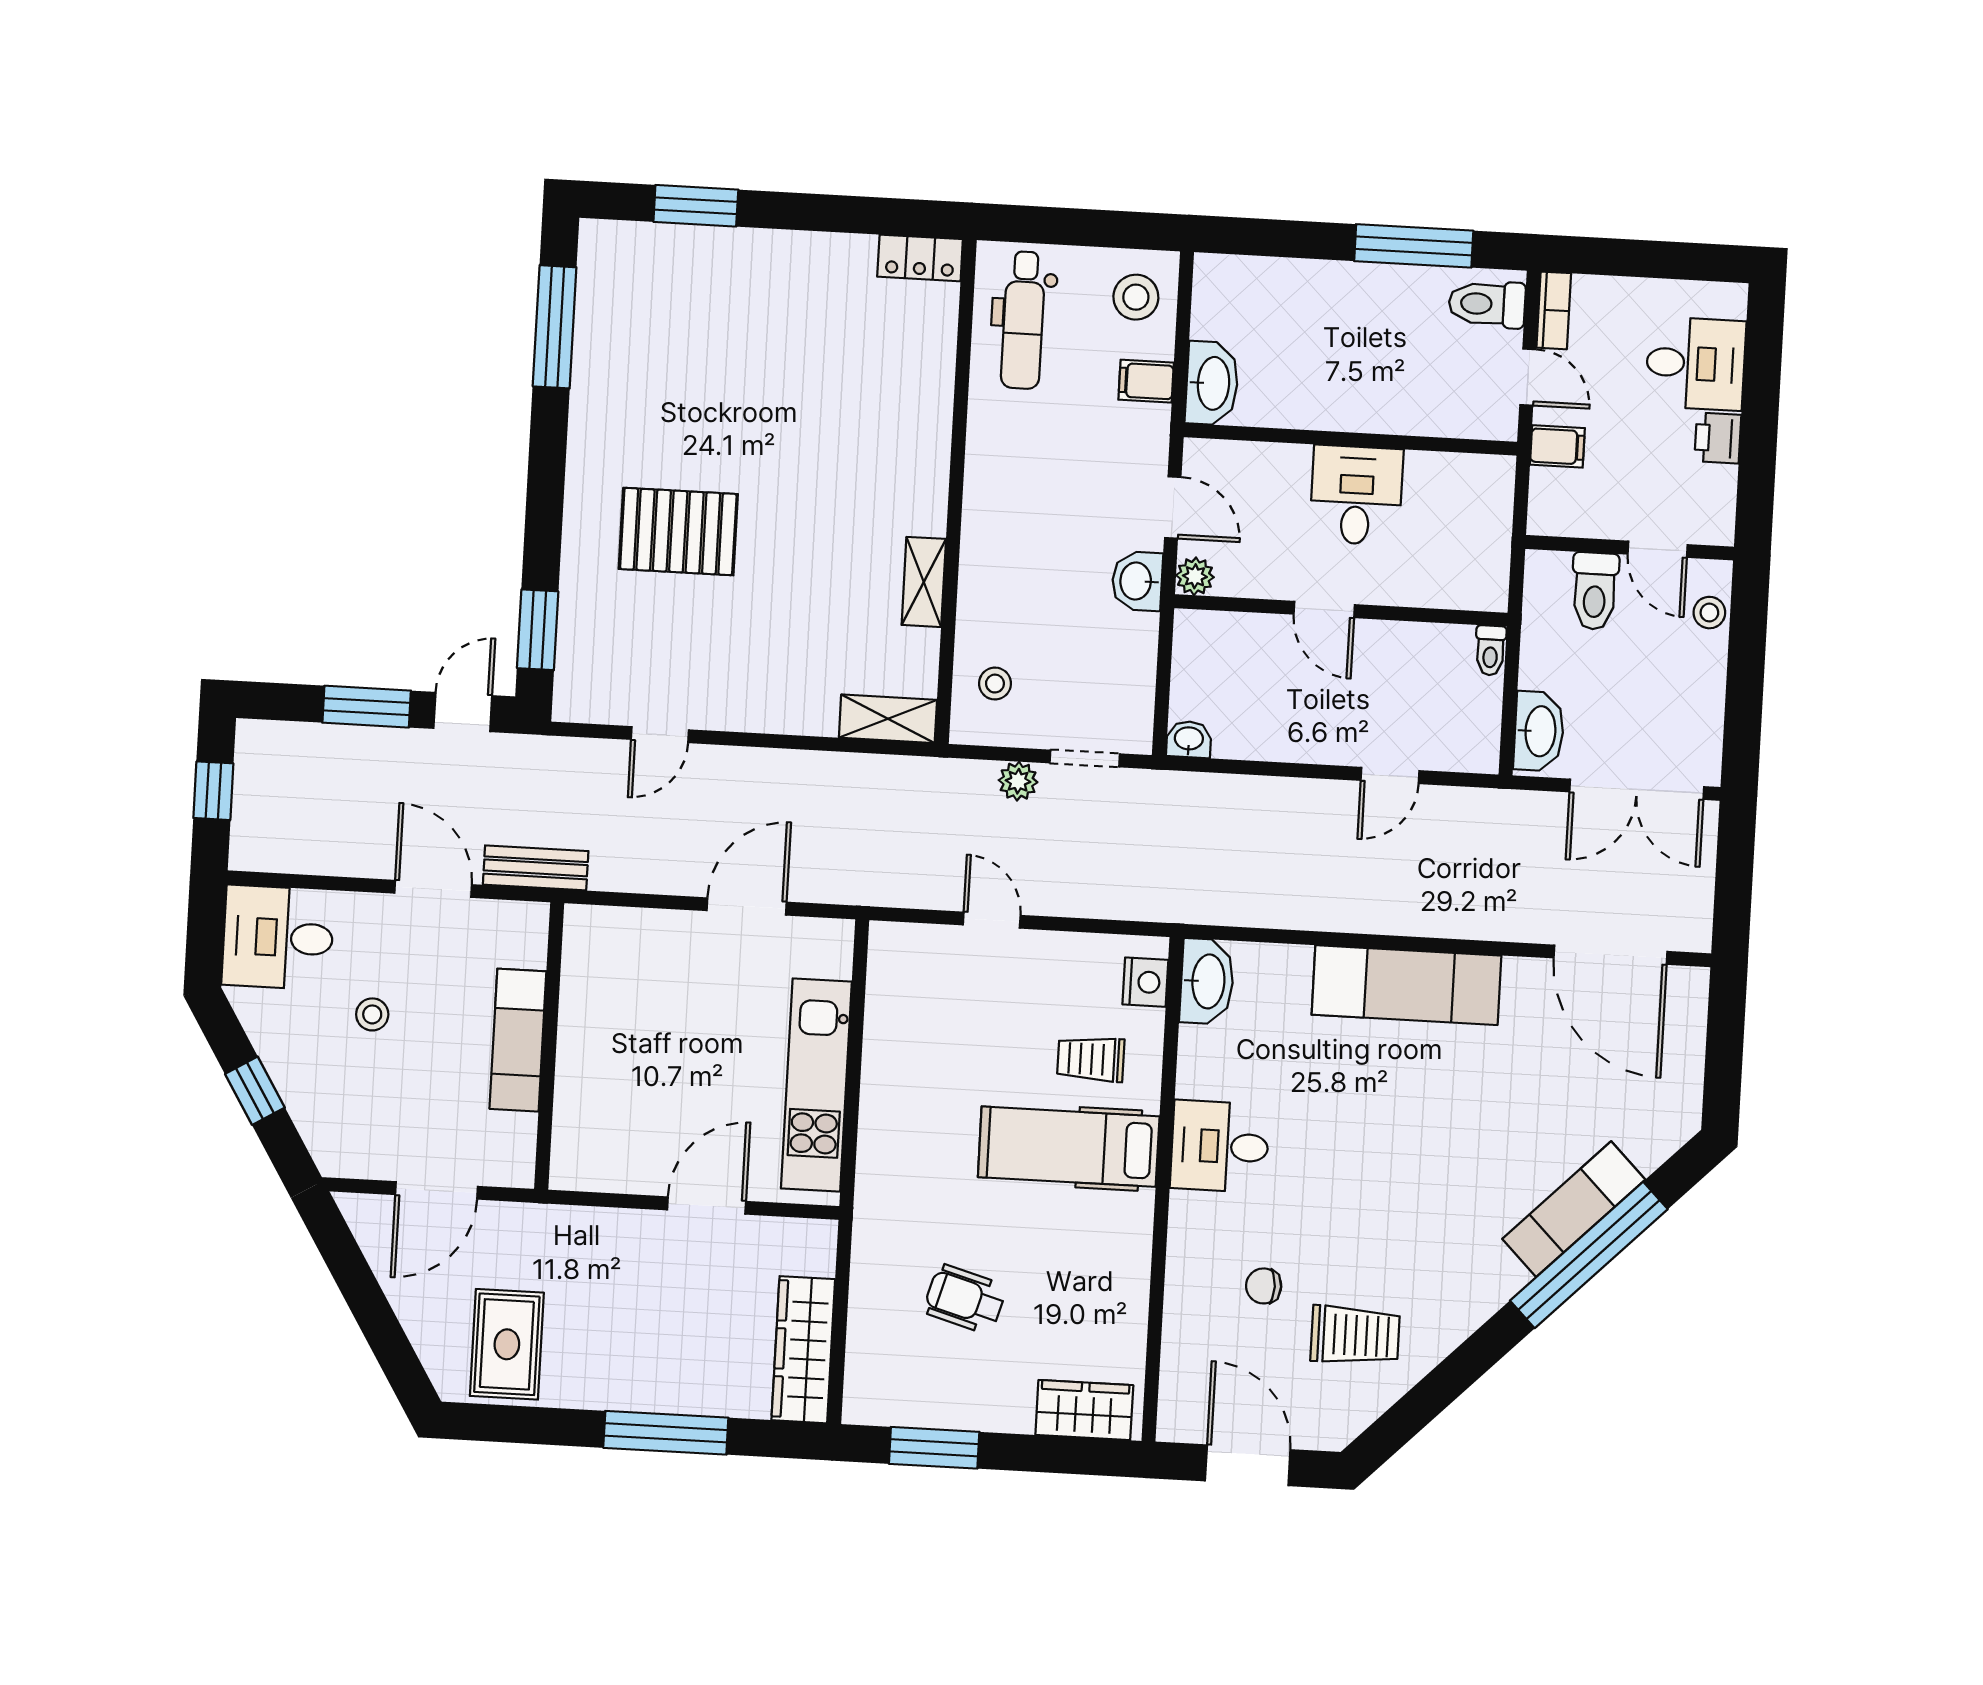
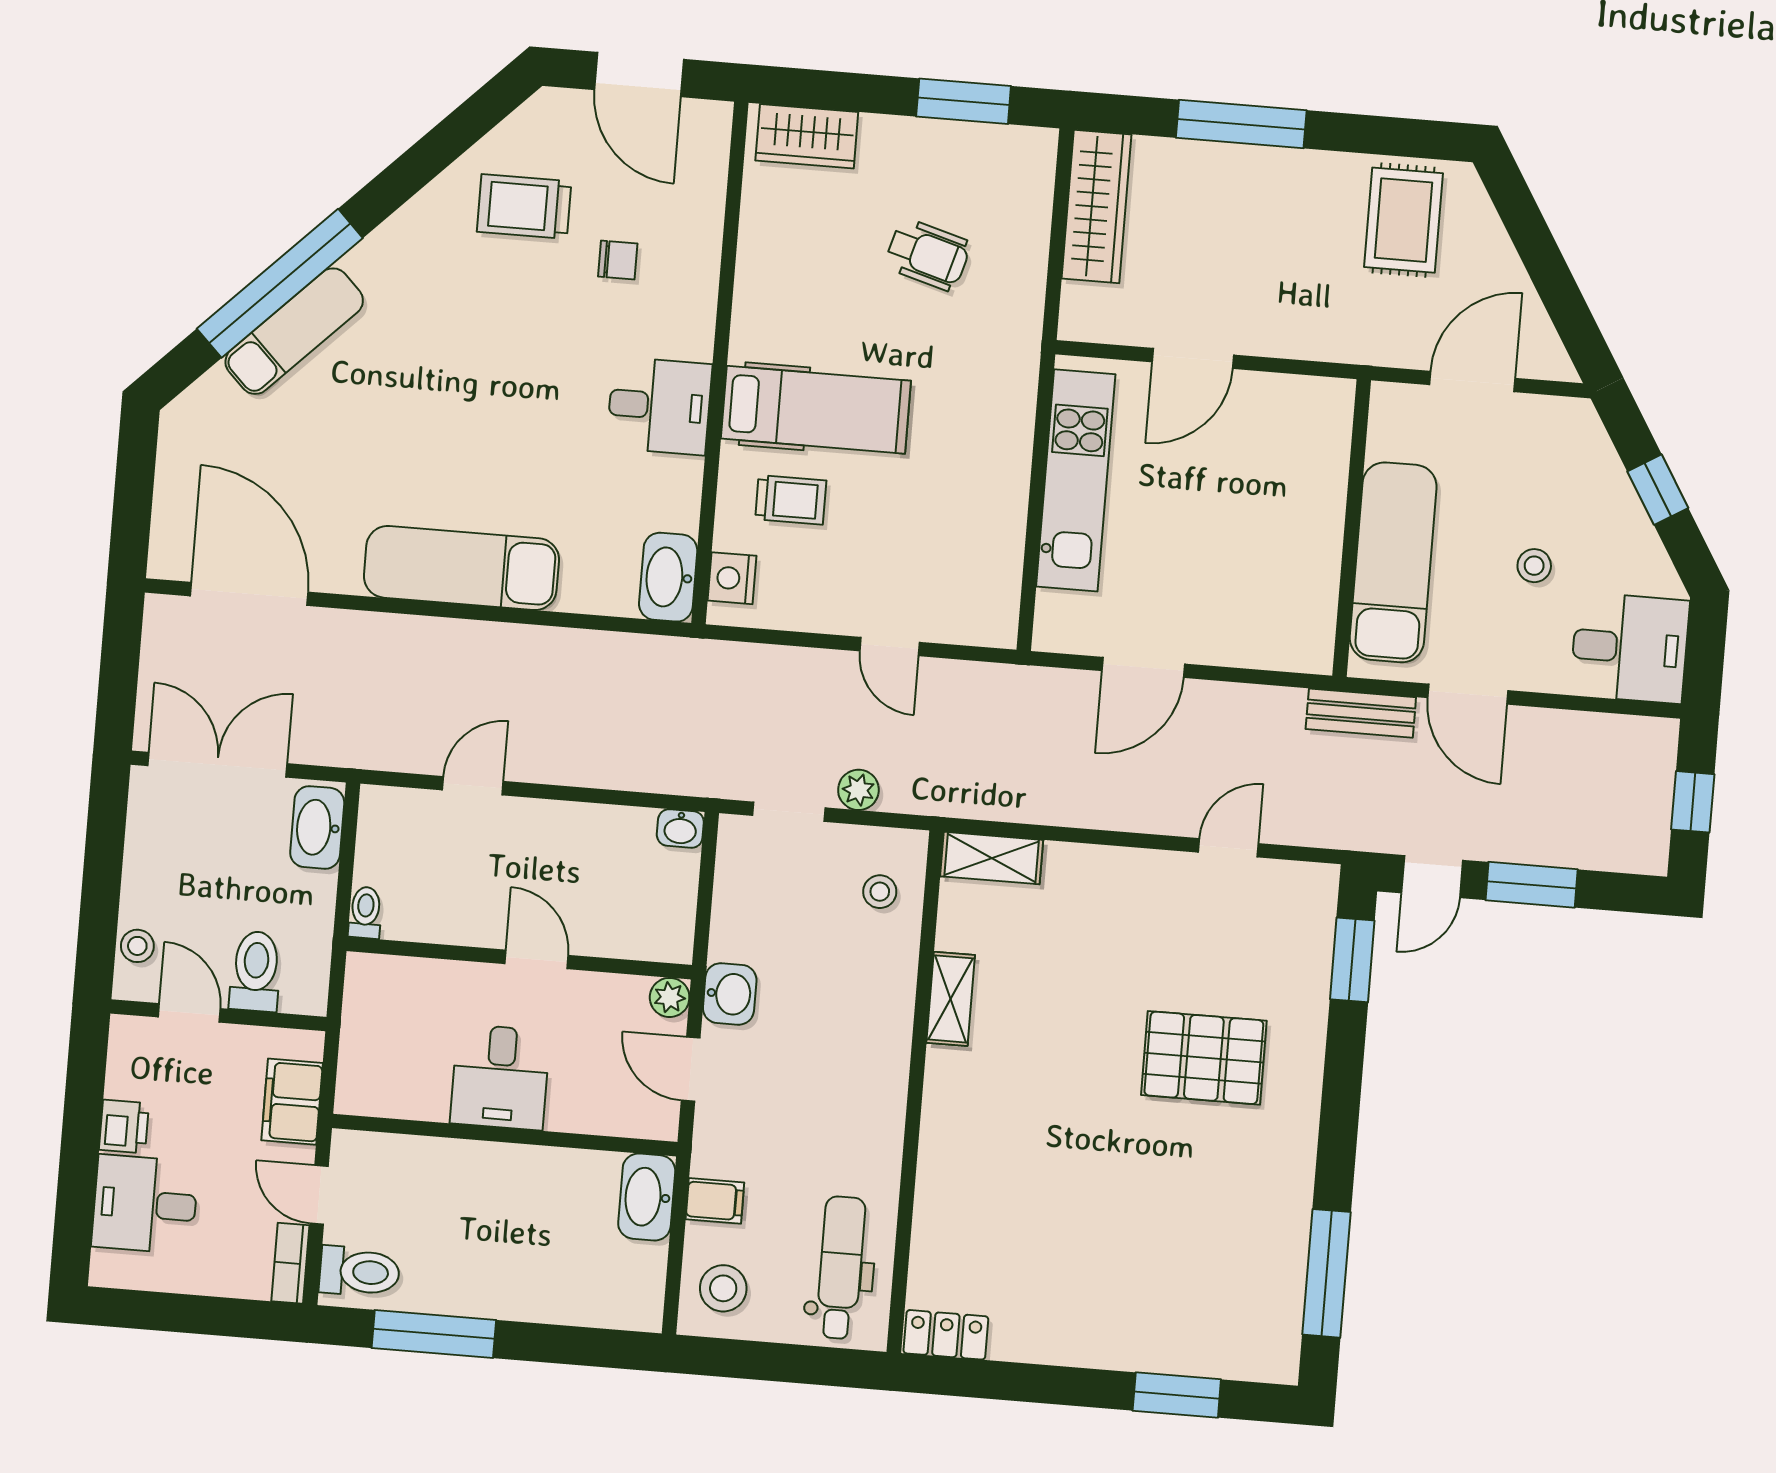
filing cabinet: (1557, 446) -> (292, 1102), width x2.00
exam couch: (518, 1040) -> (1393, 562), width x1.36, depth x1.45

